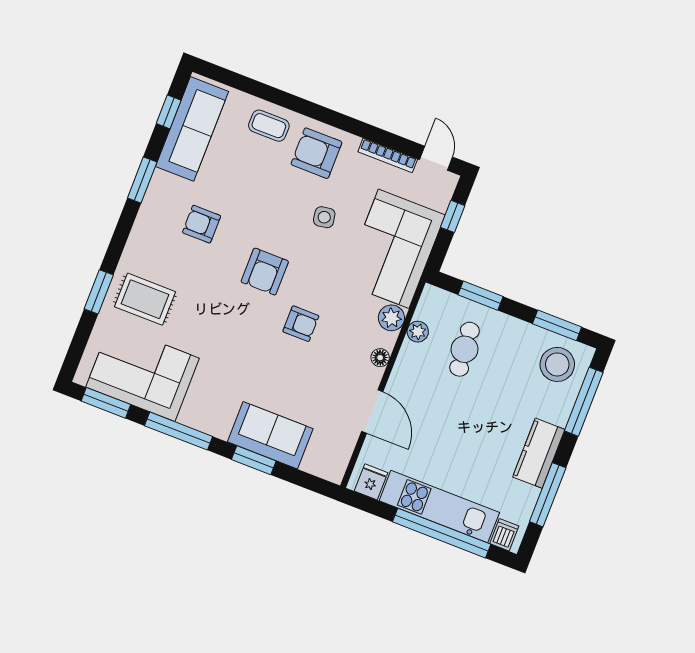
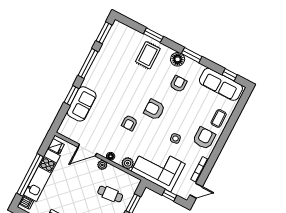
window: (142, 180) -> (192, 55), moved
floor lamp: (147, 232) -> (178, 59), added
plant: (418, 332) -> (102, 165), moved
corner sofa: (143, 373) -> (116, 51), removed

